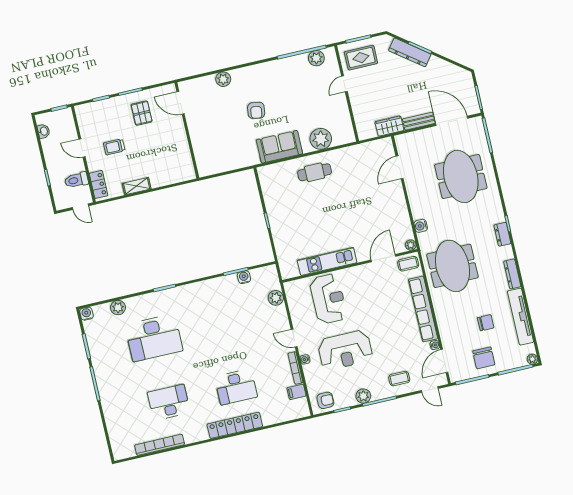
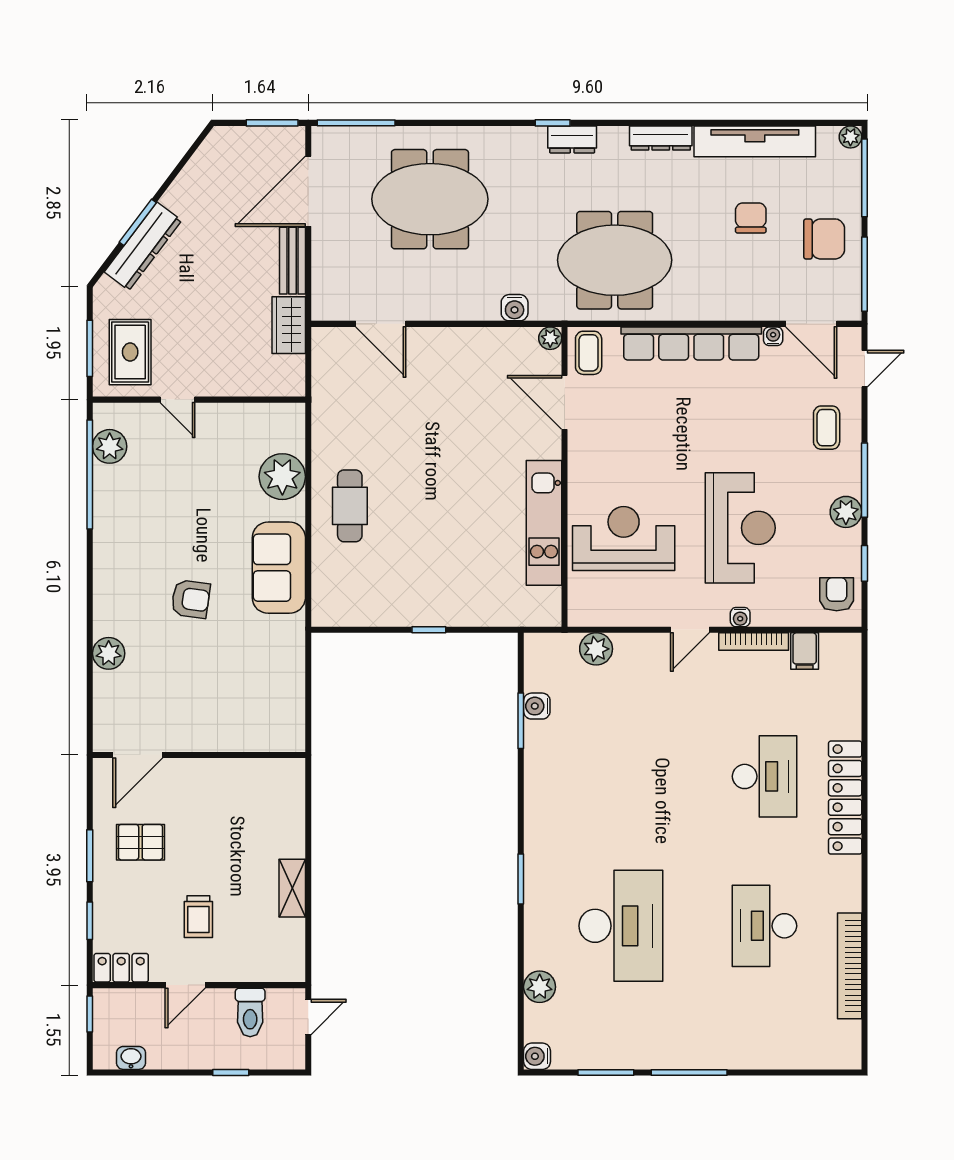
locker: (99, 184) -> (121, 968), moved

